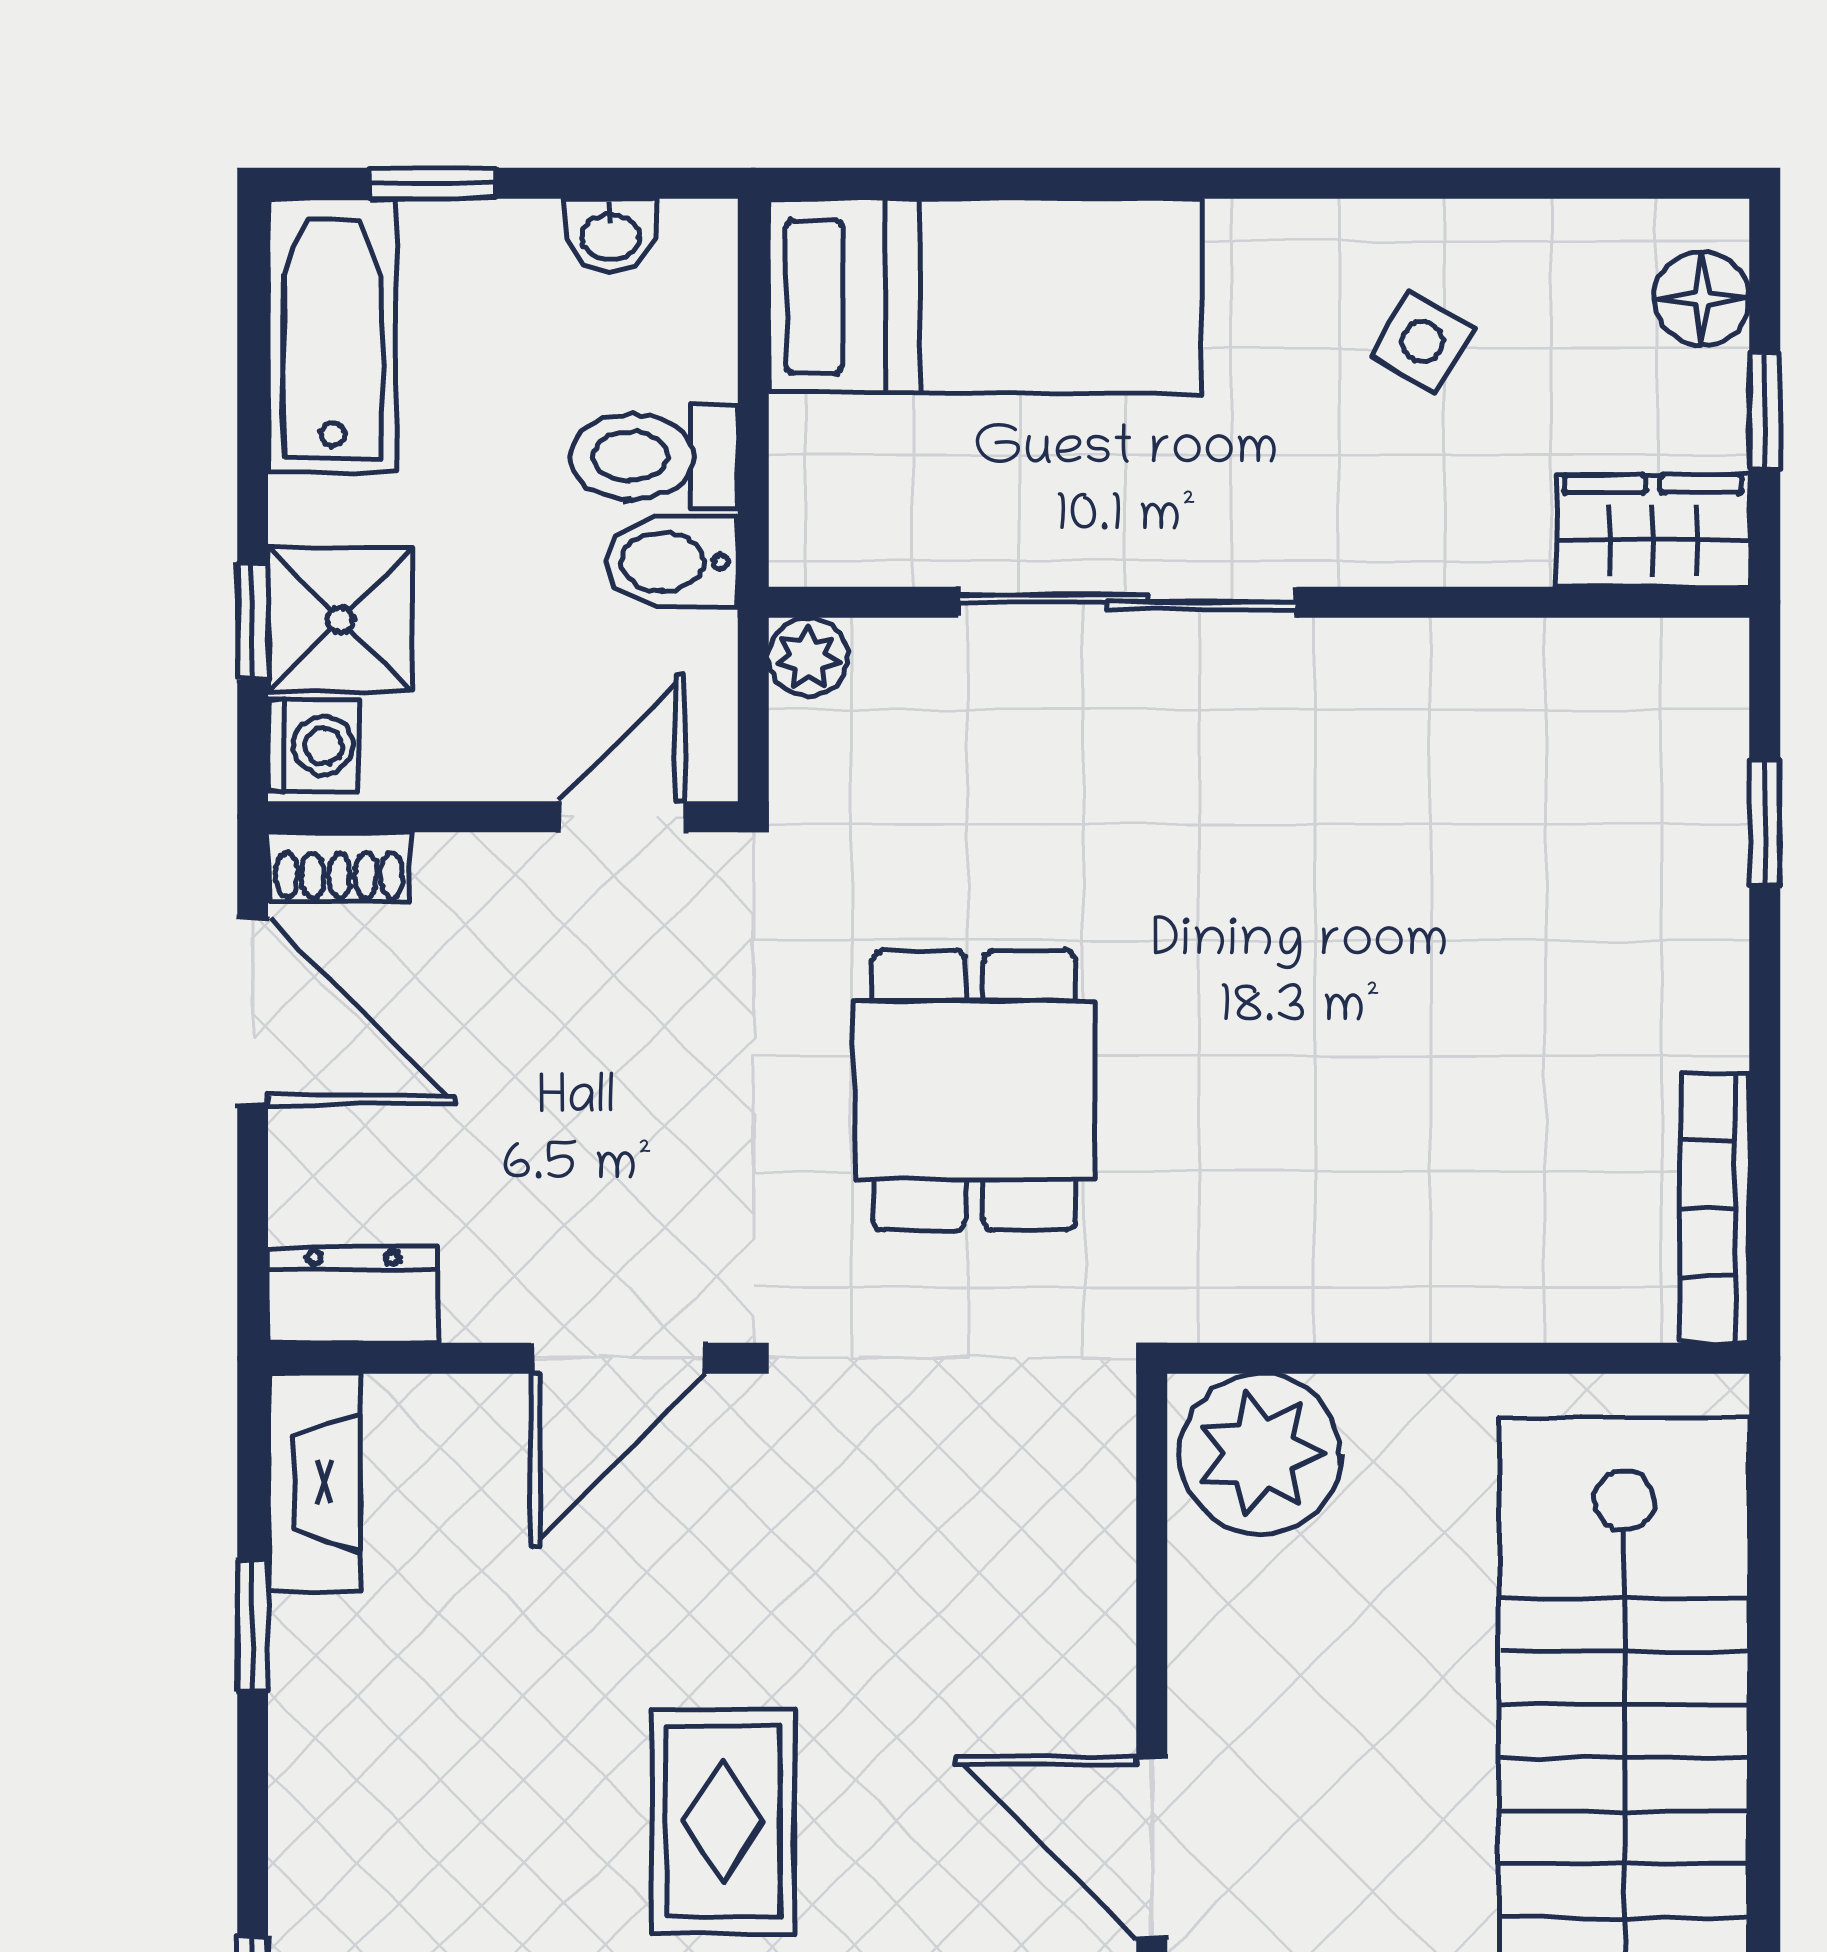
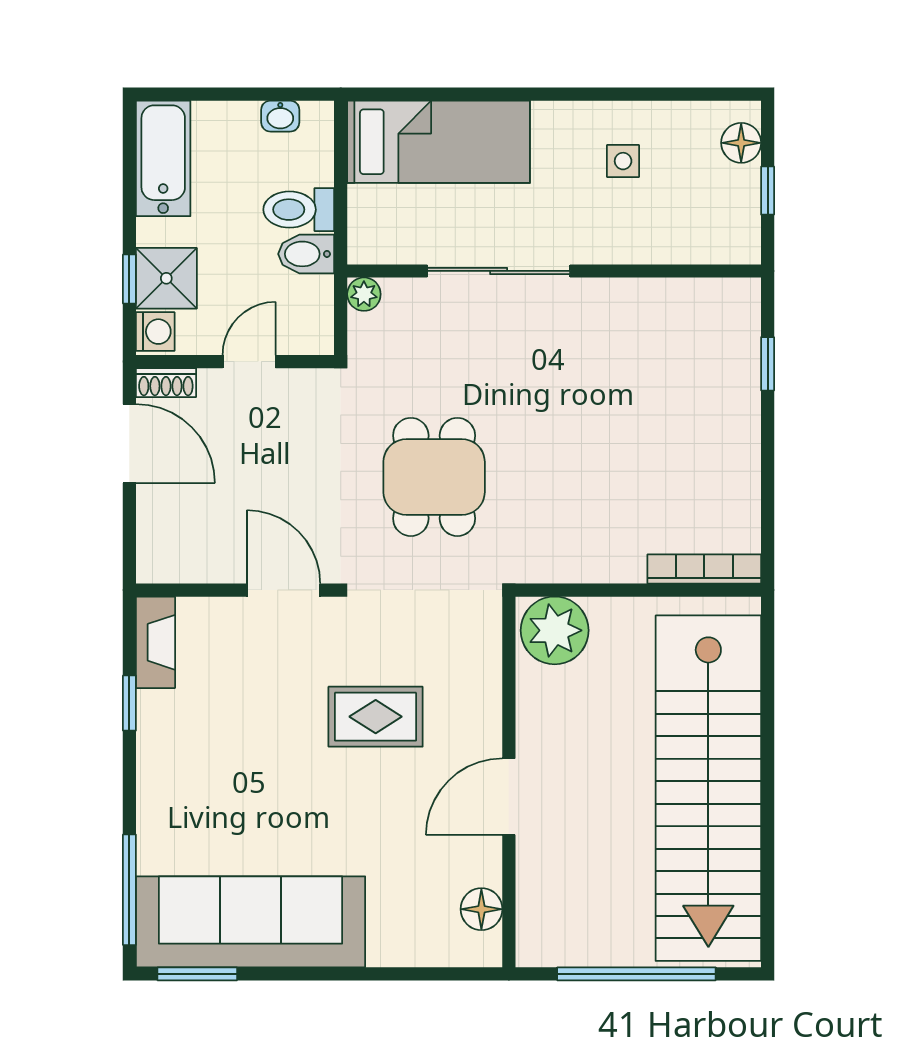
window: (433, 183) -> (206, 94), removed
side table: (1422, 342) -> (623, 161), turned -31
wardrobe: (1653, 531) -> (720, 241), removed
door: (622, 817) -> (249, 362), moved
bookcase: (1715, 1208) -> (704, 569), moved, turned 90
dresser: (353, 1295) -> (172, 563), removed
door: (618, 1358) -> (284, 590), swing flipped
rug: (723, 1821) -> (376, 717), moved, turned 90
door: (1152, 1848) -> (509, 797), hinge flipped

